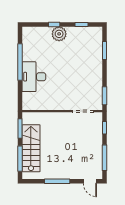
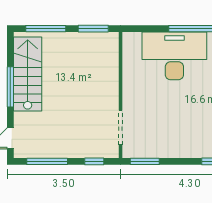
desk: (34, 77) -> (174, 56), width x1.36, depth x1.30
stairs: (31, 148) -> (28, 74), moved, turned -90

